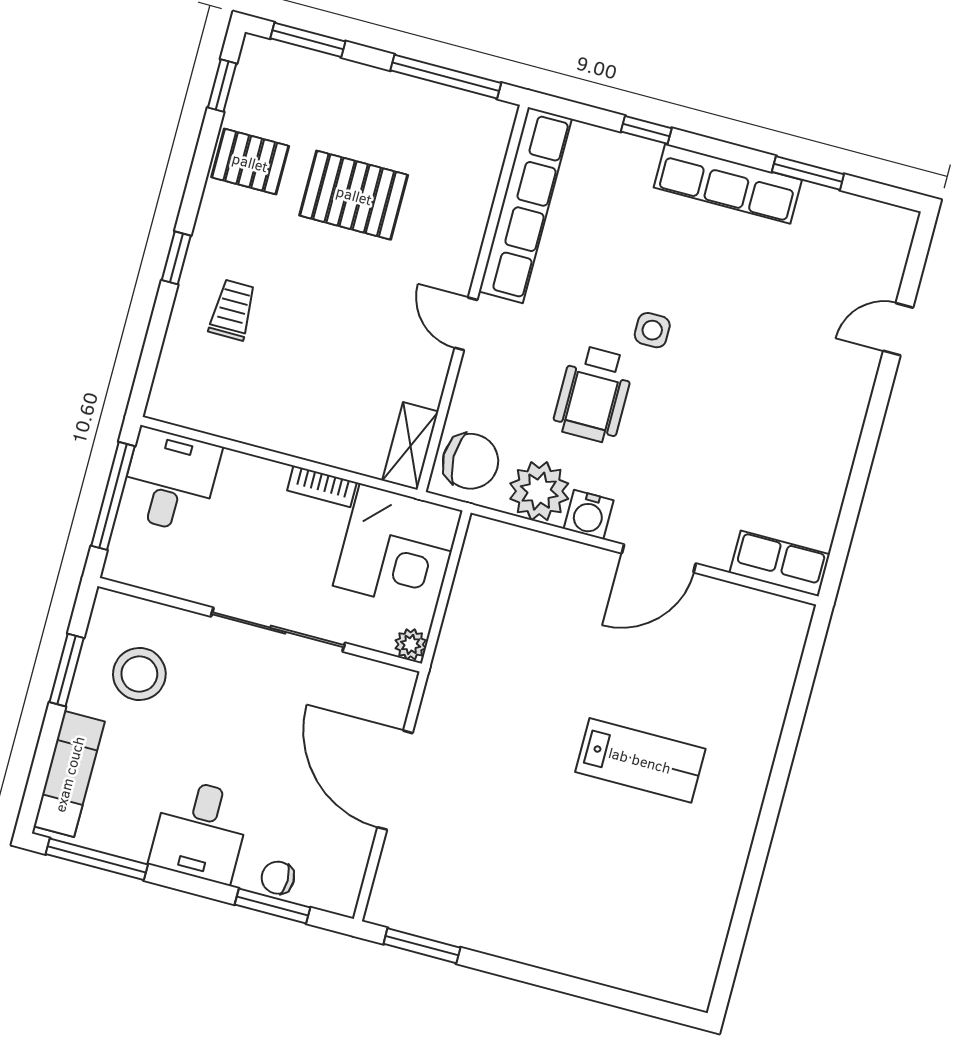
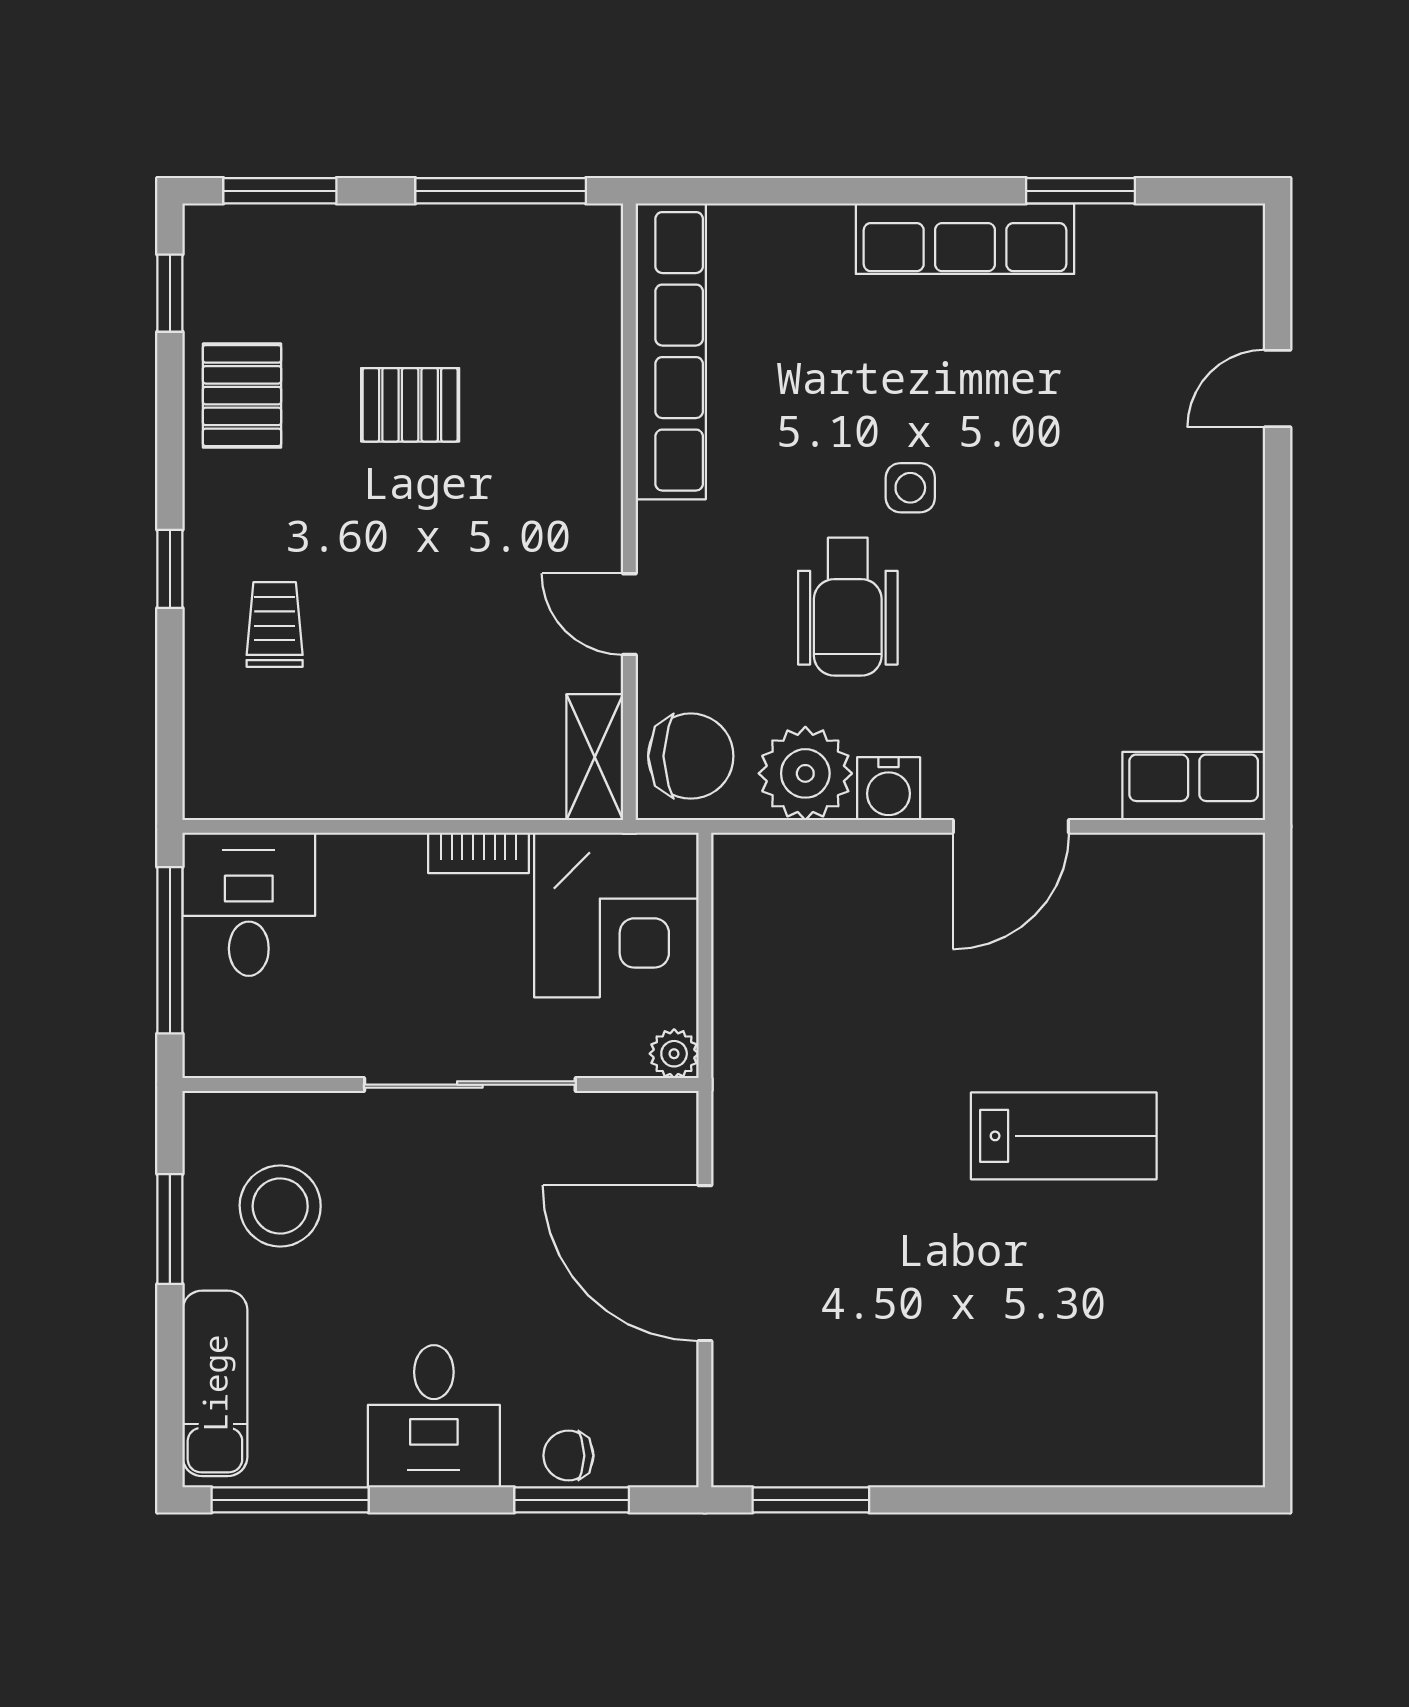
window: (646, 130) -> (822, 191), removed
pallet: (250, 162) -> (242, 396), turned 90
pallet: (354, 195) -> (410, 405), width x0.67, depth x0.71
door: (466, 324) -> (629, 614), moved

